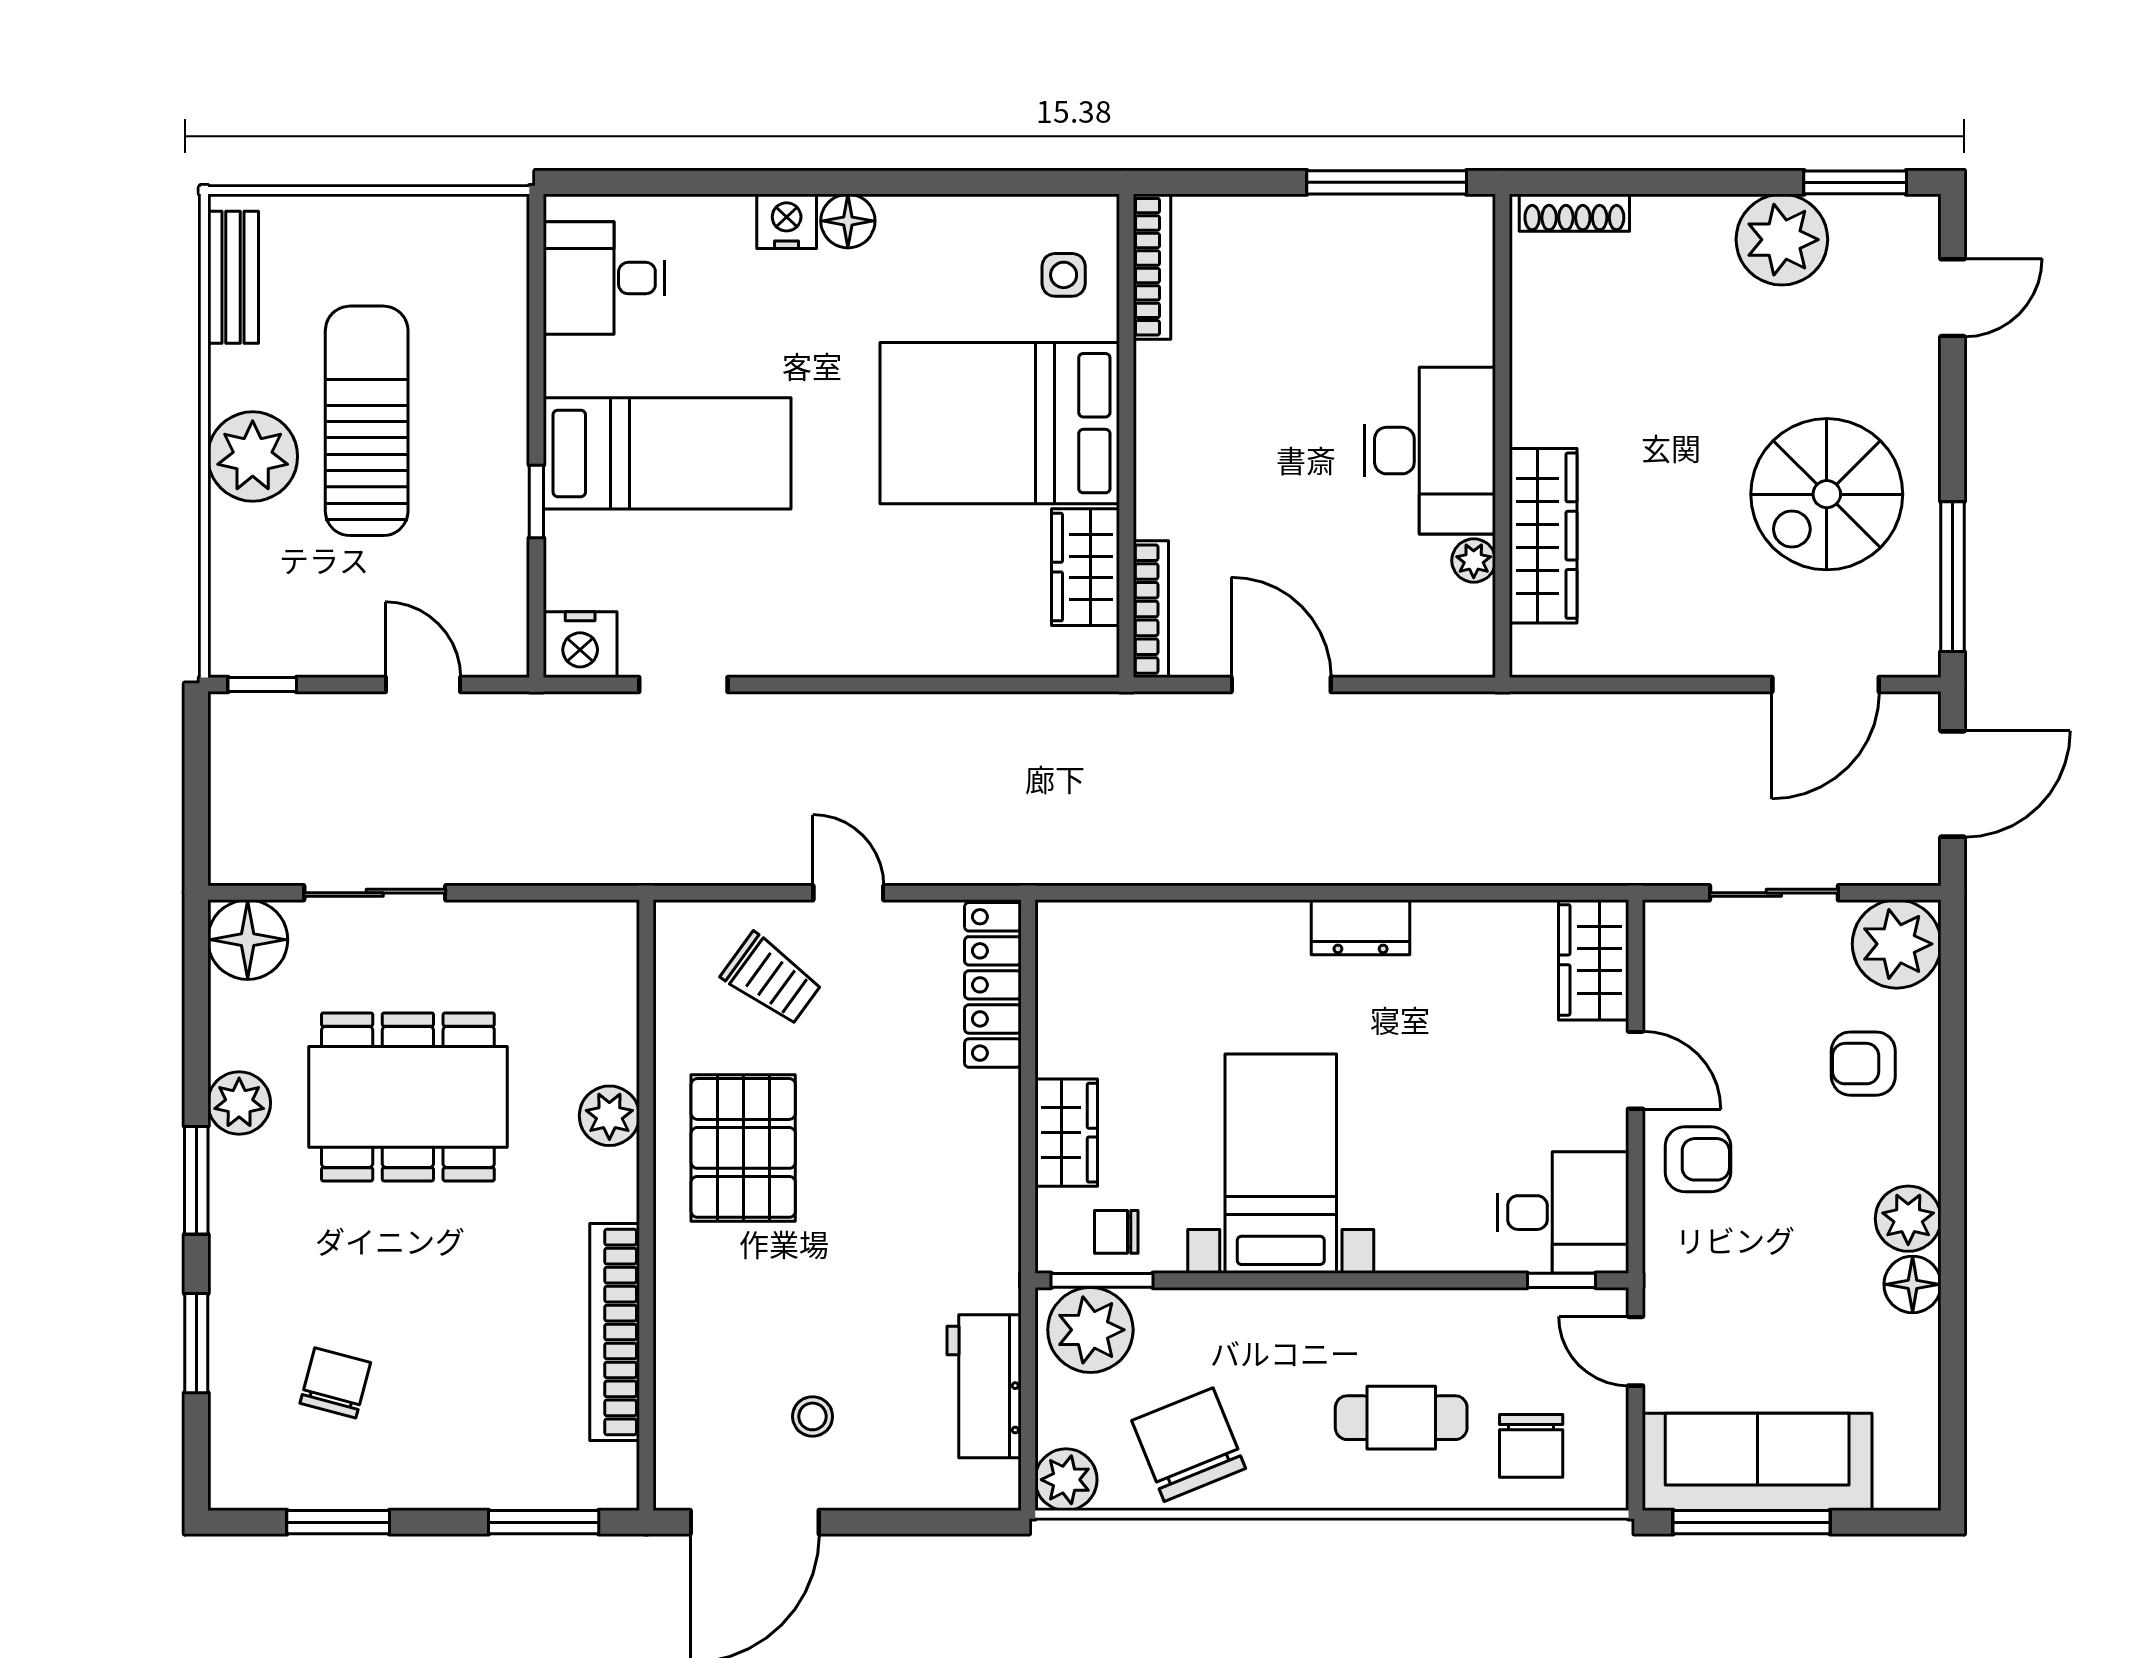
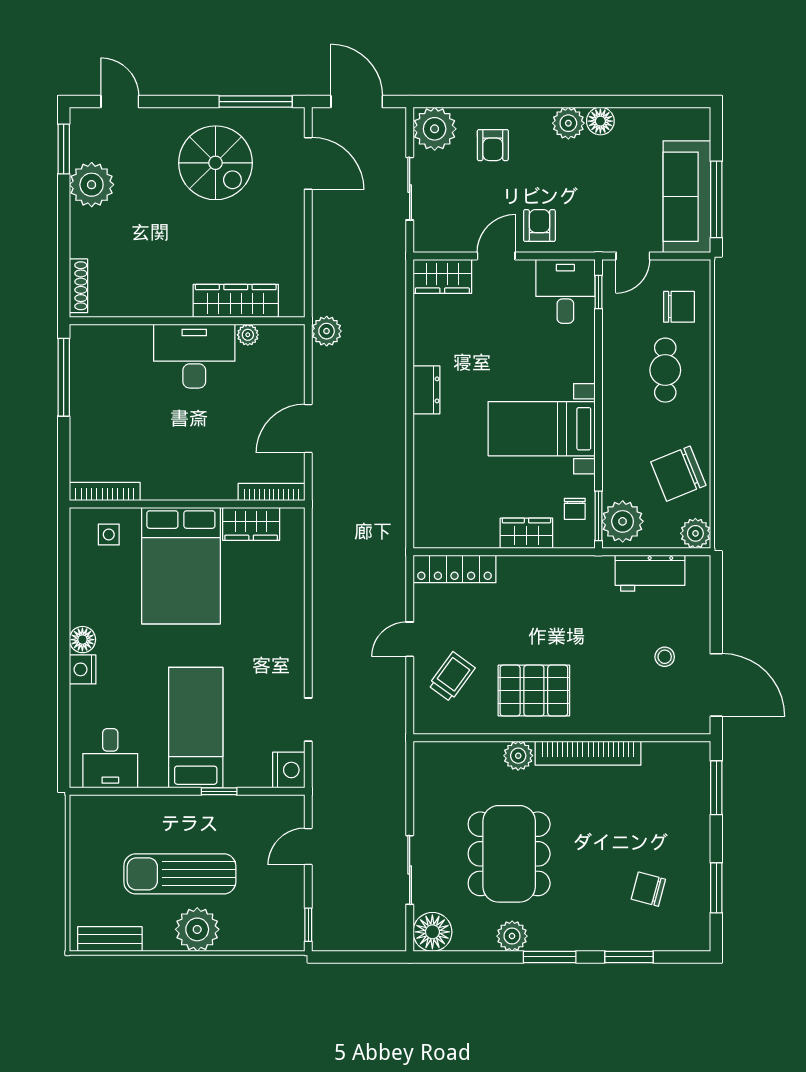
plant: (1481, 722) -> (327, 331), added
bookcase: (615, 1332) -> (588, 753), moved

